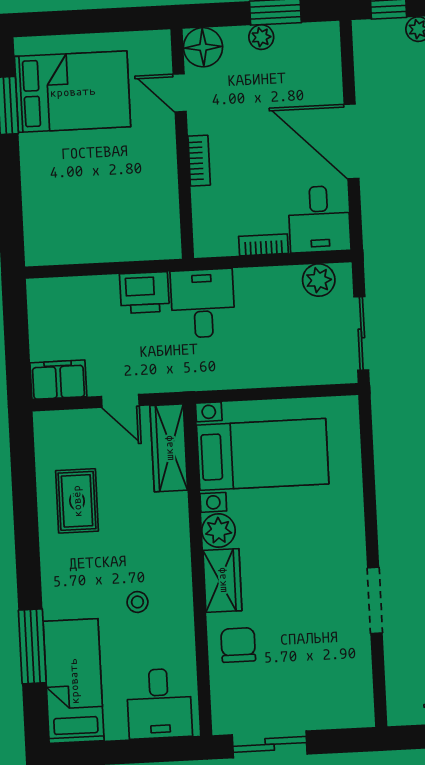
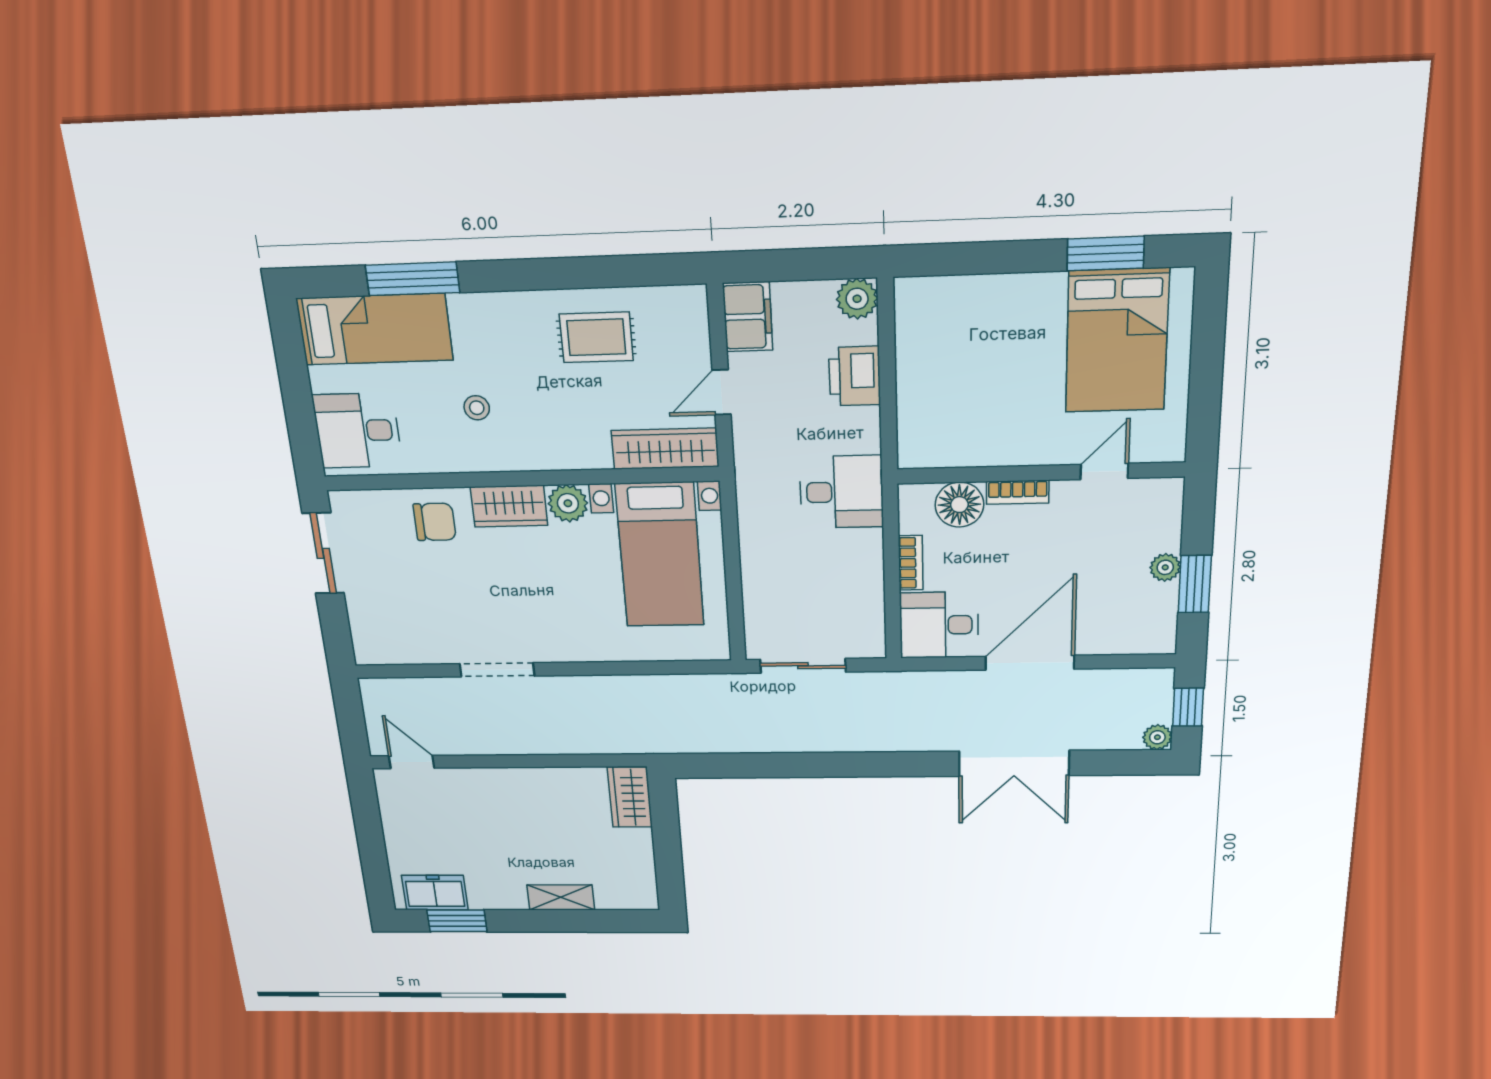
floor lamp: (203, 47) -> (959, 505), moved
plant: (319, 280) -> (857, 299), moved
printer: (144, 293) -> (855, 376), moved

